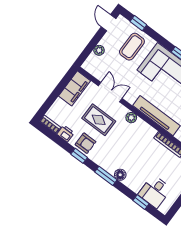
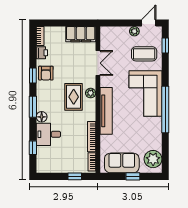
plant: (99, 50) -> (134, 31), moved
rug: (99, 120) -> (74, 97), moved
desk: (155, 192) -> (48, 134), moved

